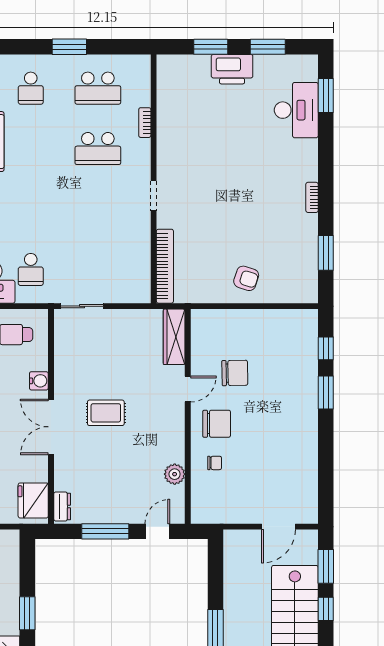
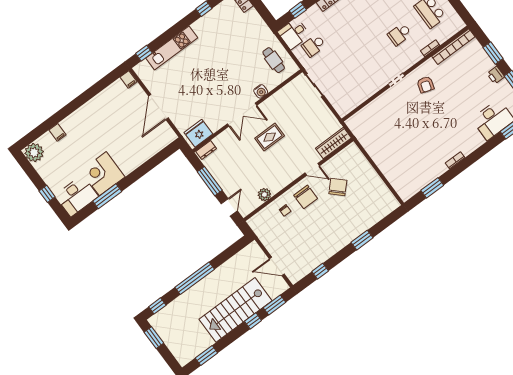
printer: (232, 69) -> (496, 75), width x0.53, depth x0.68
school desk: (98, 149) -> (400, 34), width x0.54
bookcase: (165, 266) -> (453, 47), moved
armchair: (246, 278) -> (425, 85), moved
window: (326, 348) -> (320, 271), moved
chair: (235, 373) -> (338, 187), turned -135
rug: (106, 413) -> (270, 137), turned 90
double door: (51, 427) -> (242, 115), swing flipped
door: (157, 531) -> (229, 207), hinge flipped
window: (27, 613) -> (139, 172), removed

